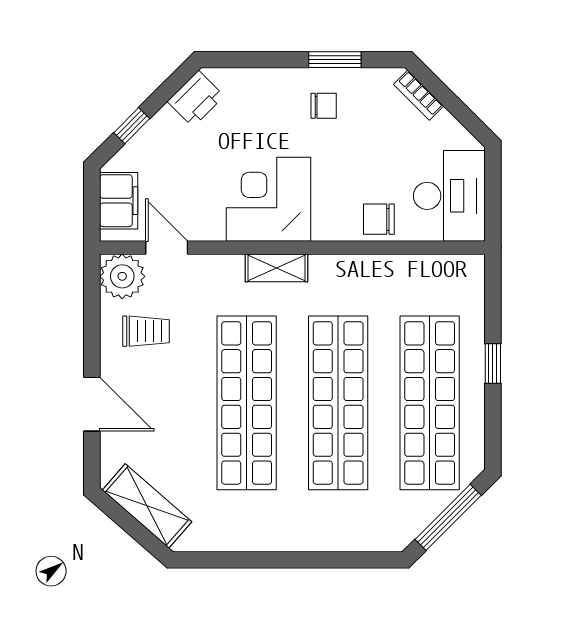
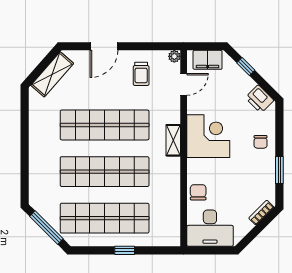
chair: (324, 106) -> (261, 142), moved
plant: (122, 276) -> (174, 56), width x0.53, depth x0.53

